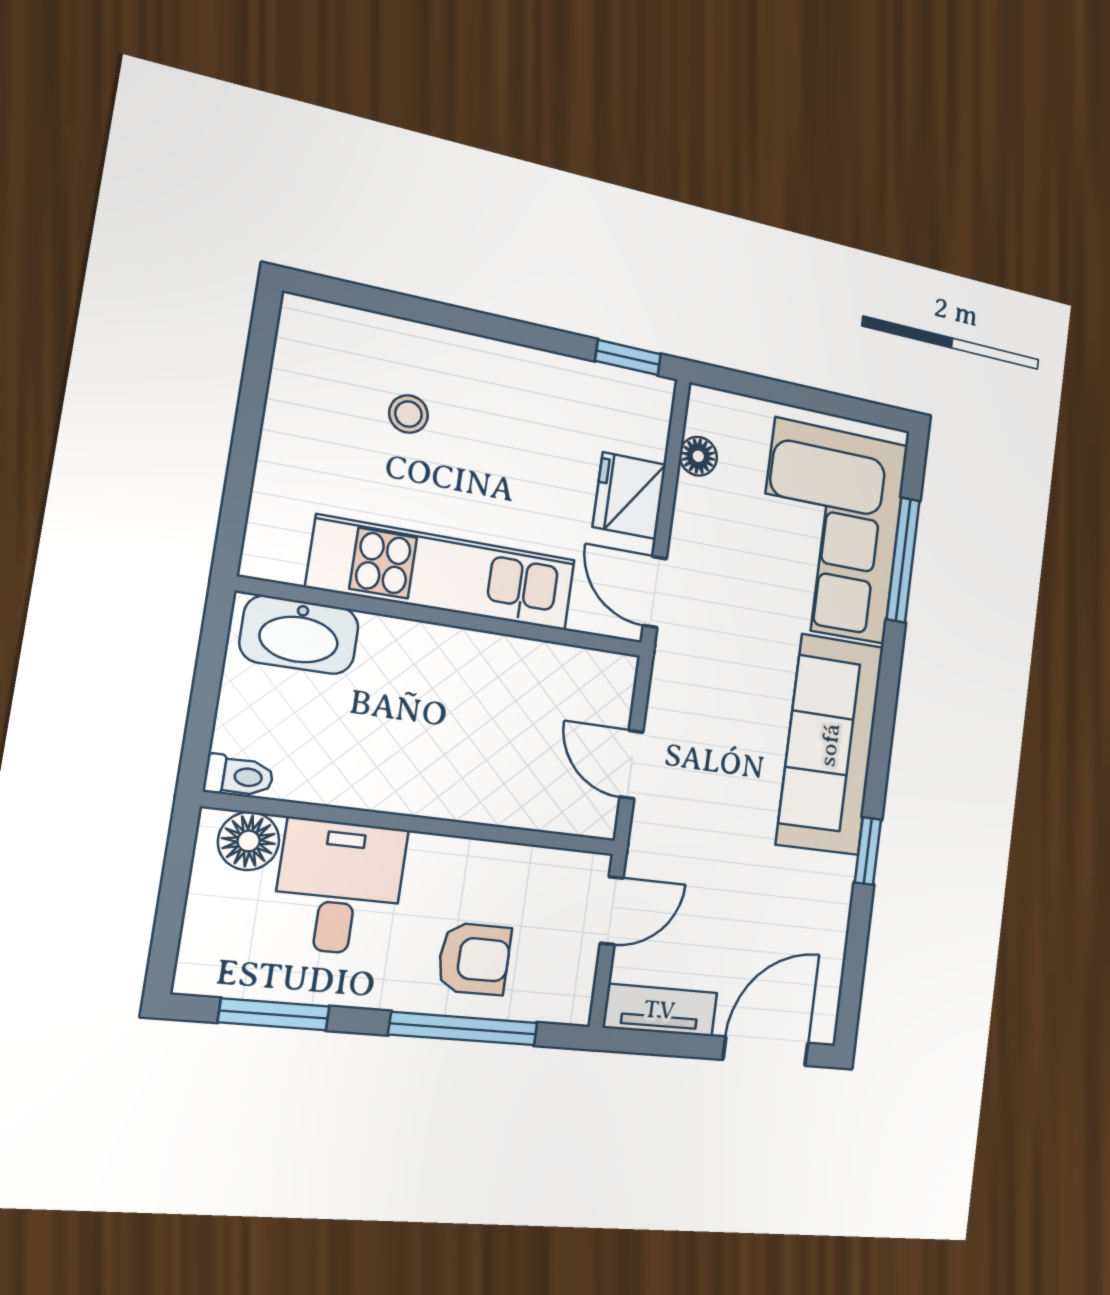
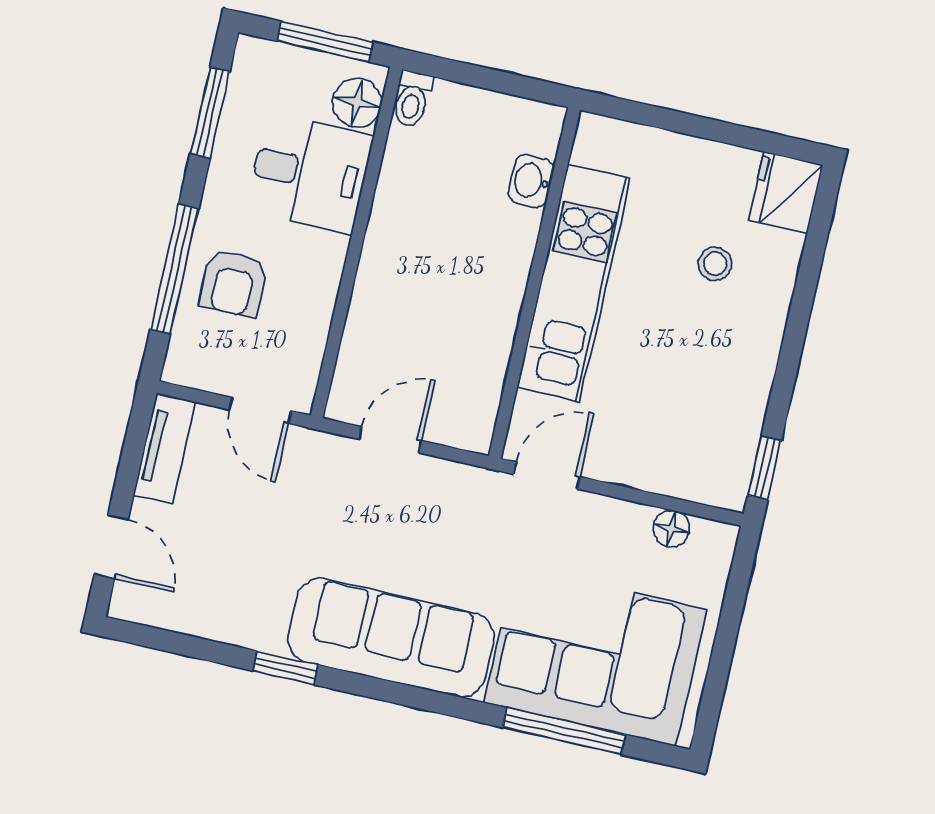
fridge: (629, 496) -> (786, 193), moved, turned -90
washbasin: (299, 635) -> (531, 181), width x0.52, depth x0.69
window: (174, 888) -> (325, 42), added
door: (766, 1051) -> (111, 547), width x0.73

